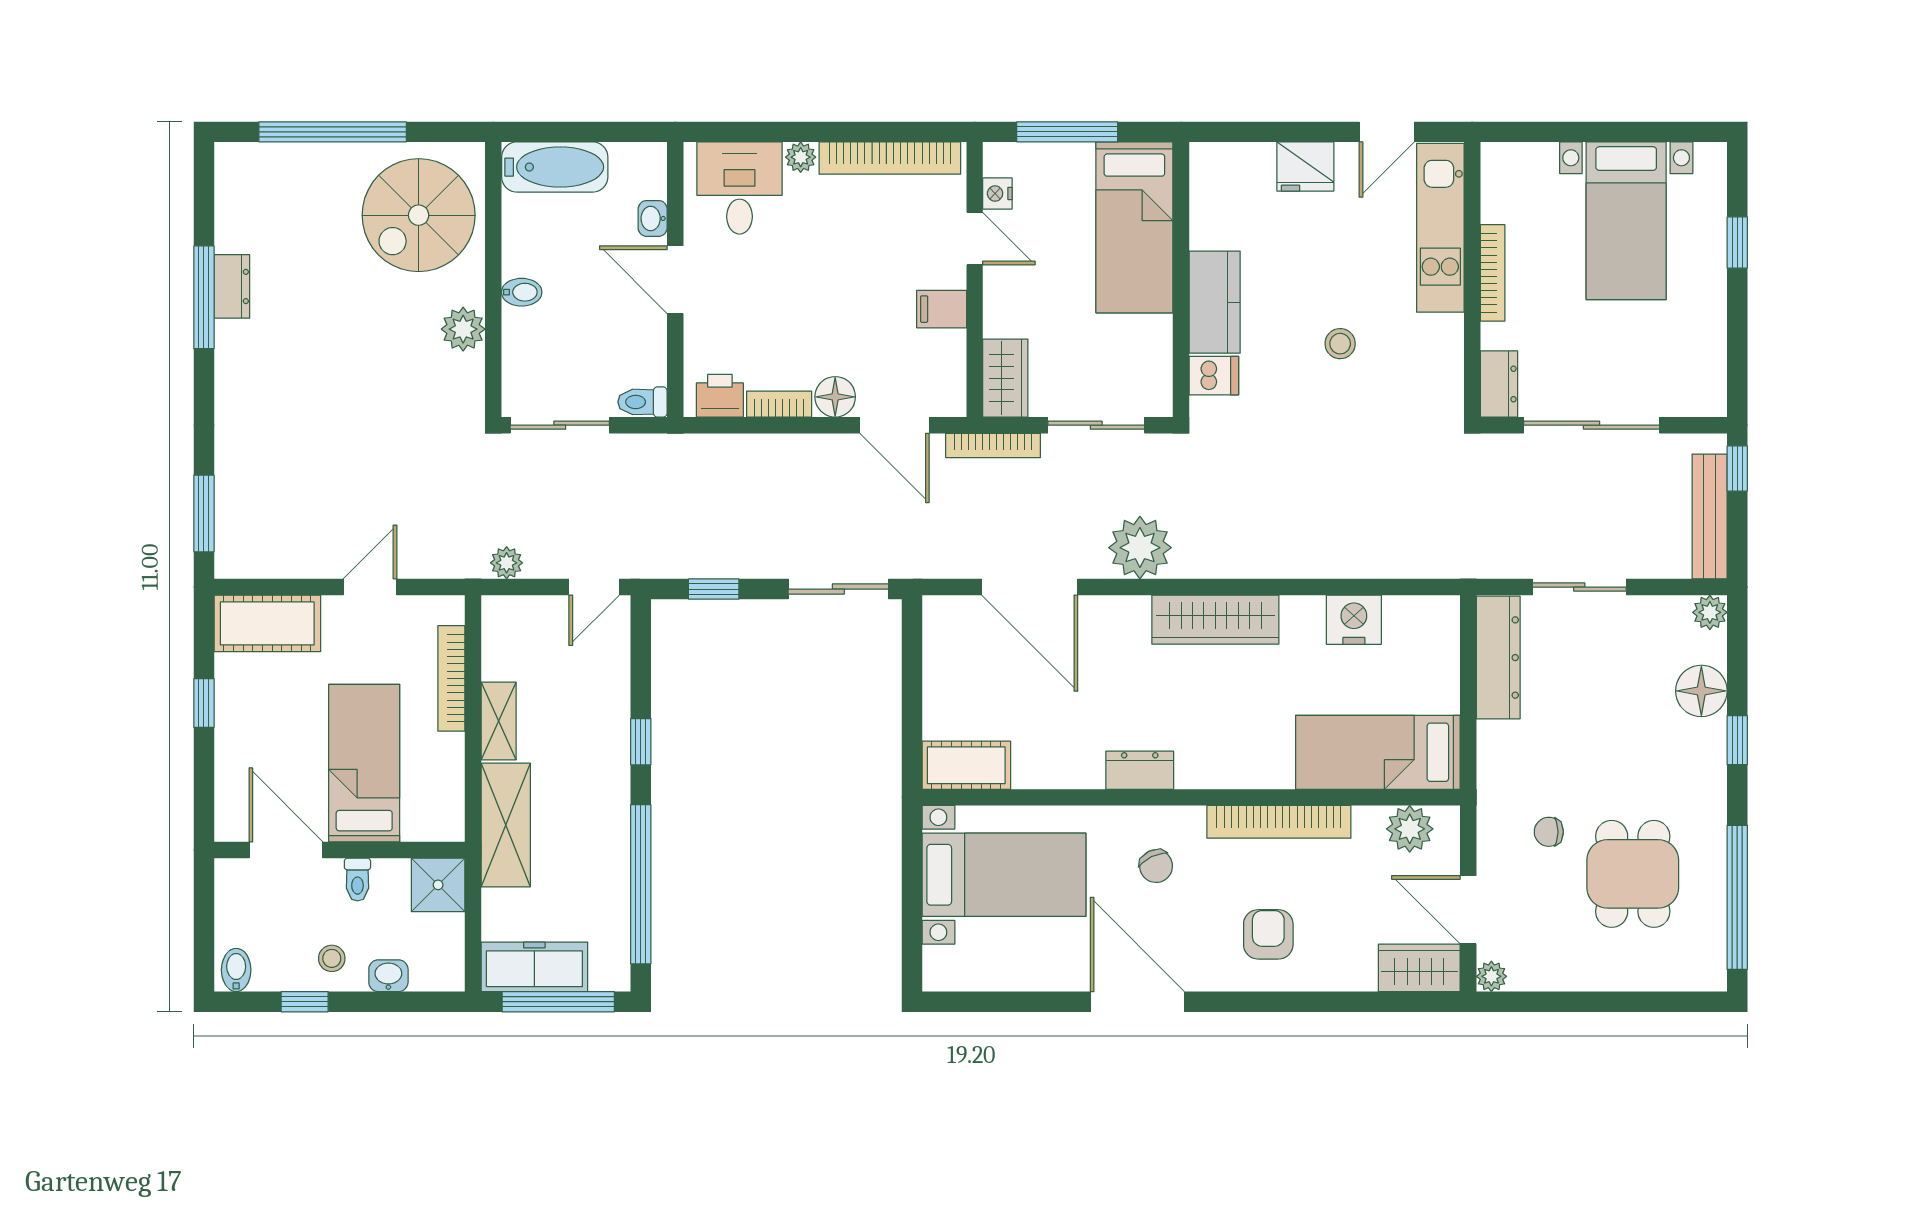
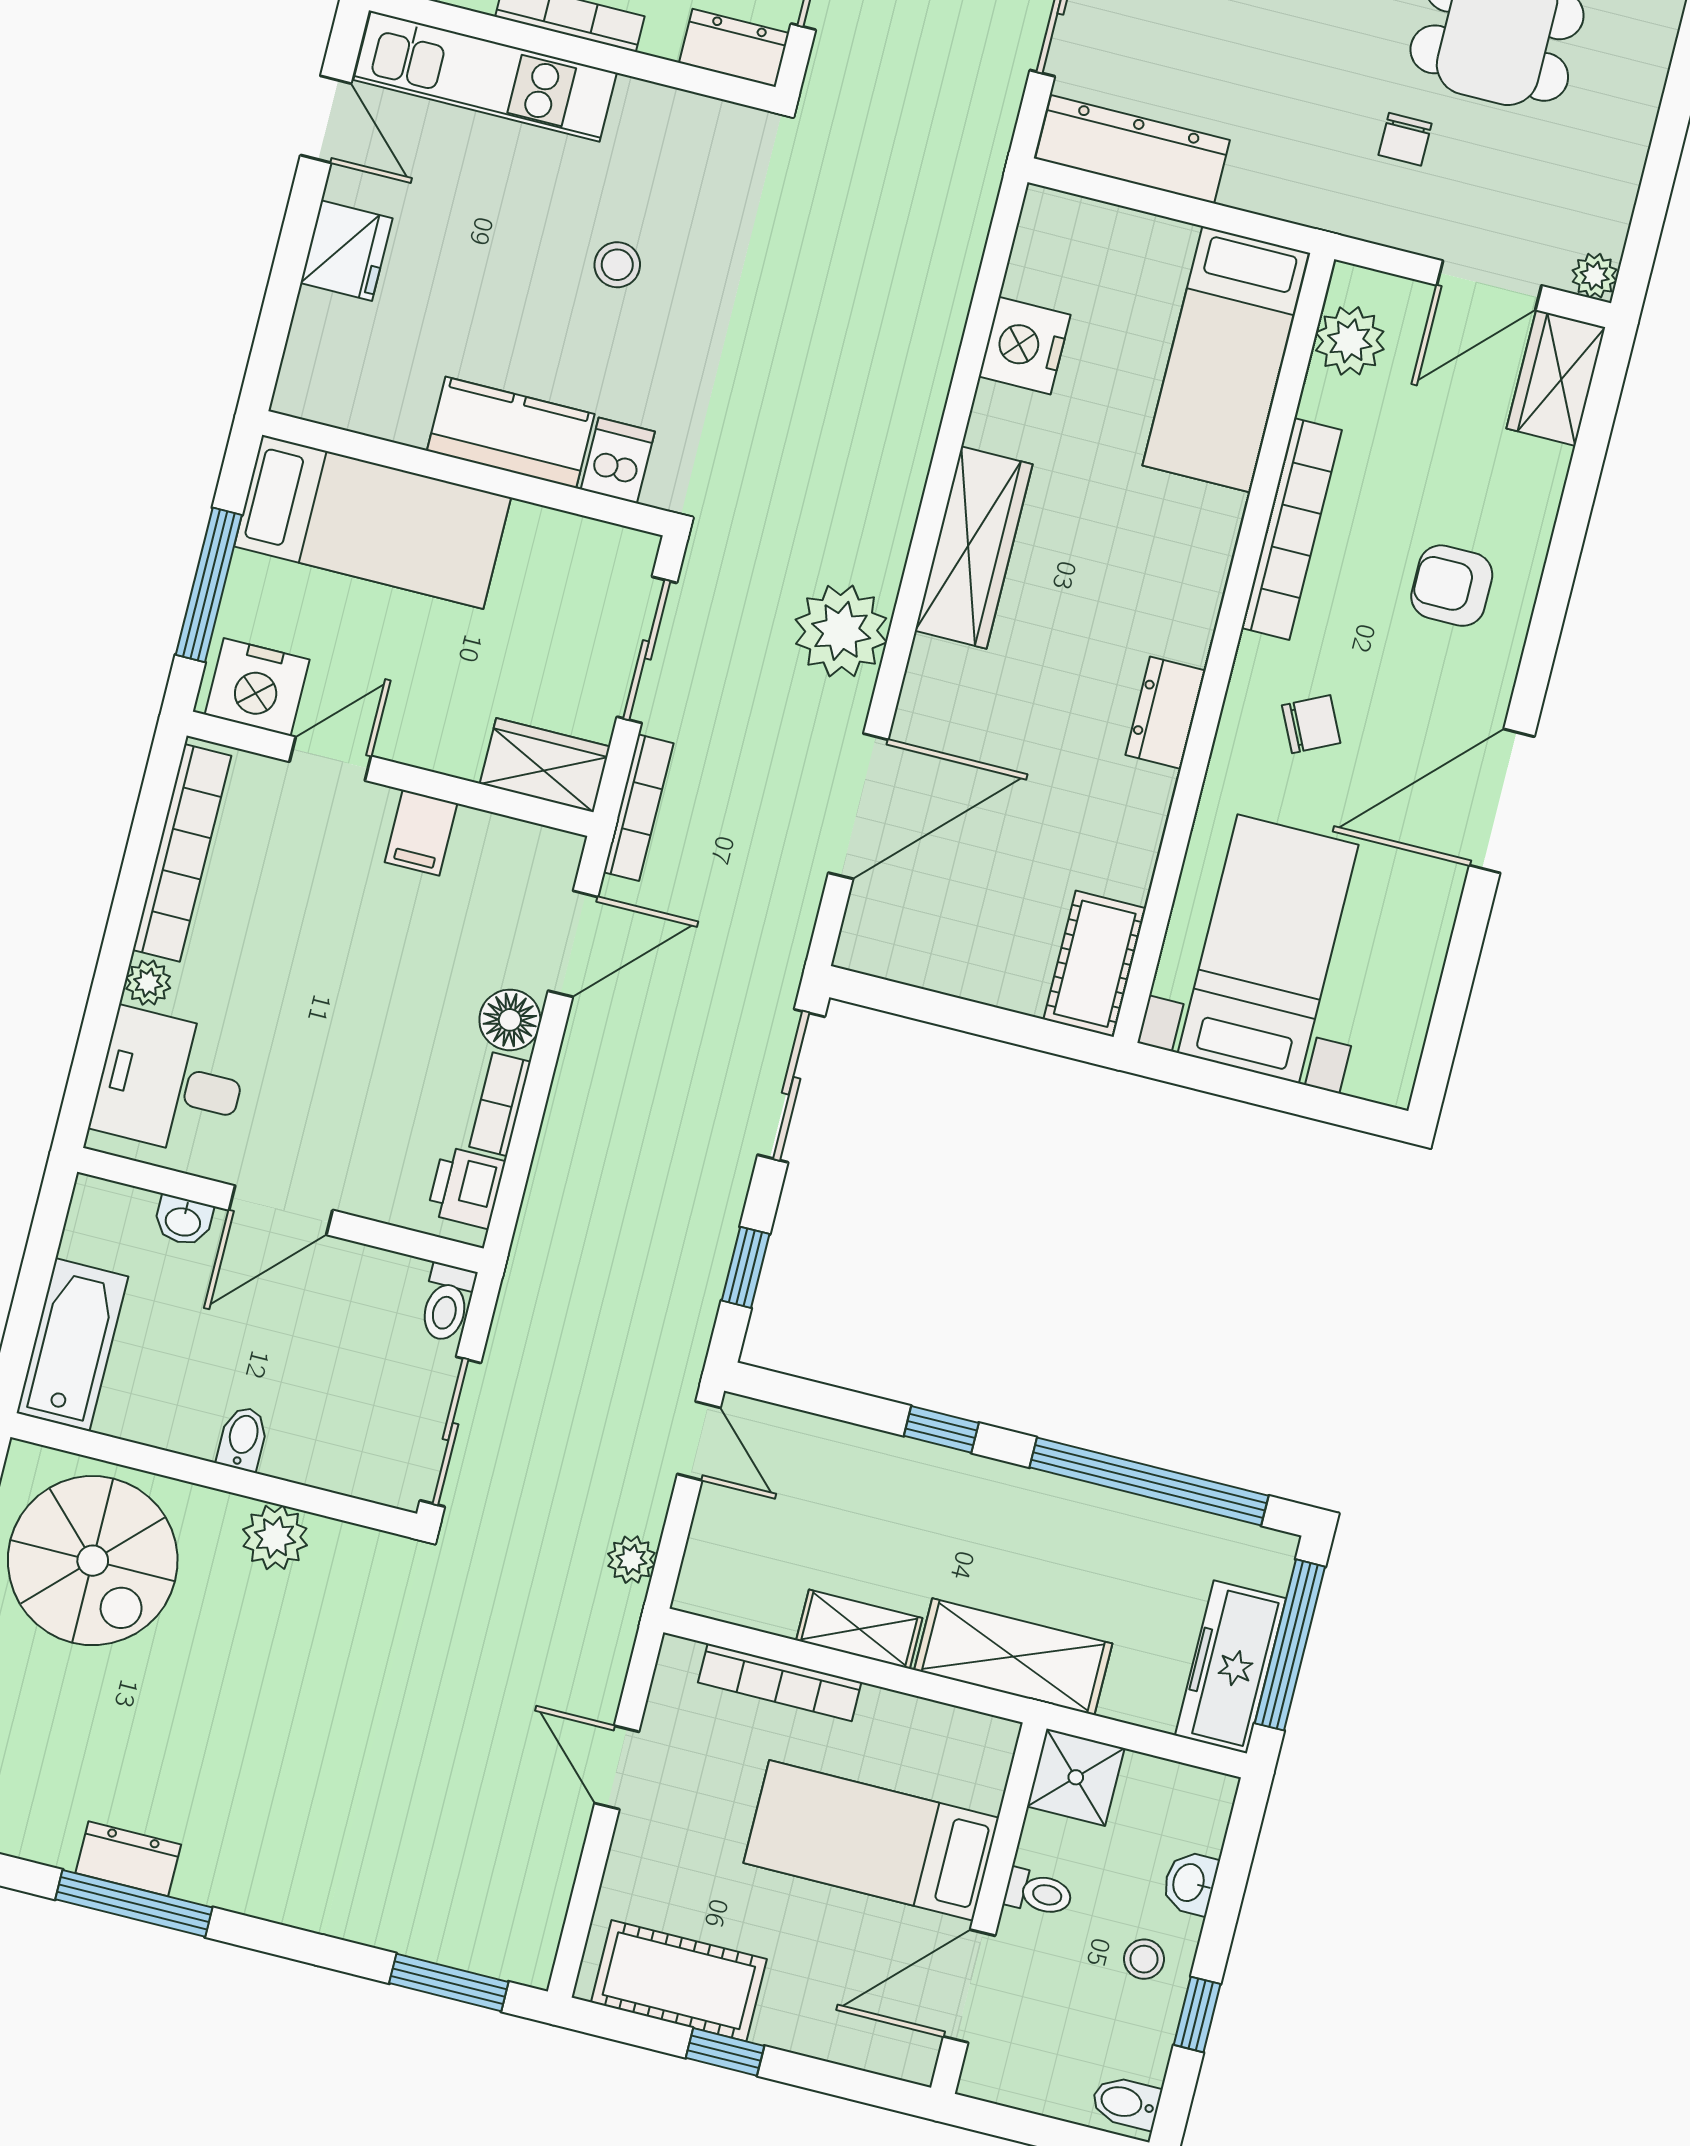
nightstand: (997, 193) -> (257, 687), width x1.89, depth x1.79
cot: (267, 623) -> (679, 1981), moved, turned 90

